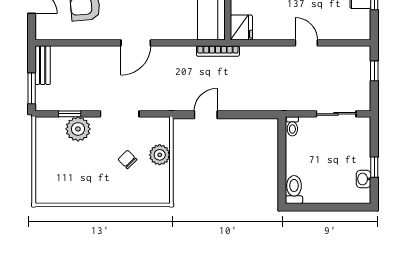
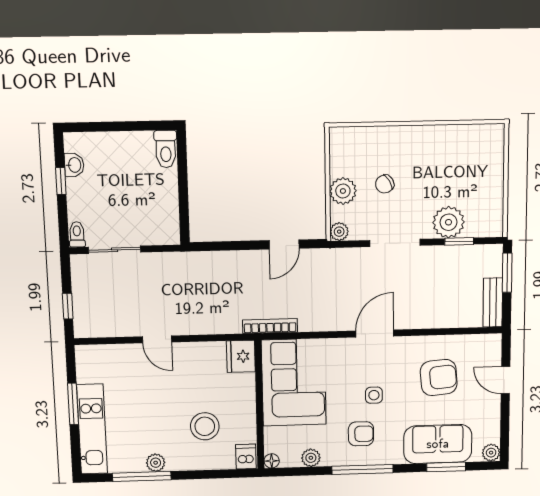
plant: (163, 124) -> (339, 232), added
toilet: (292, 126) -> (77, 234), moved
chair: (127, 159) -> (385, 184), turned 104

